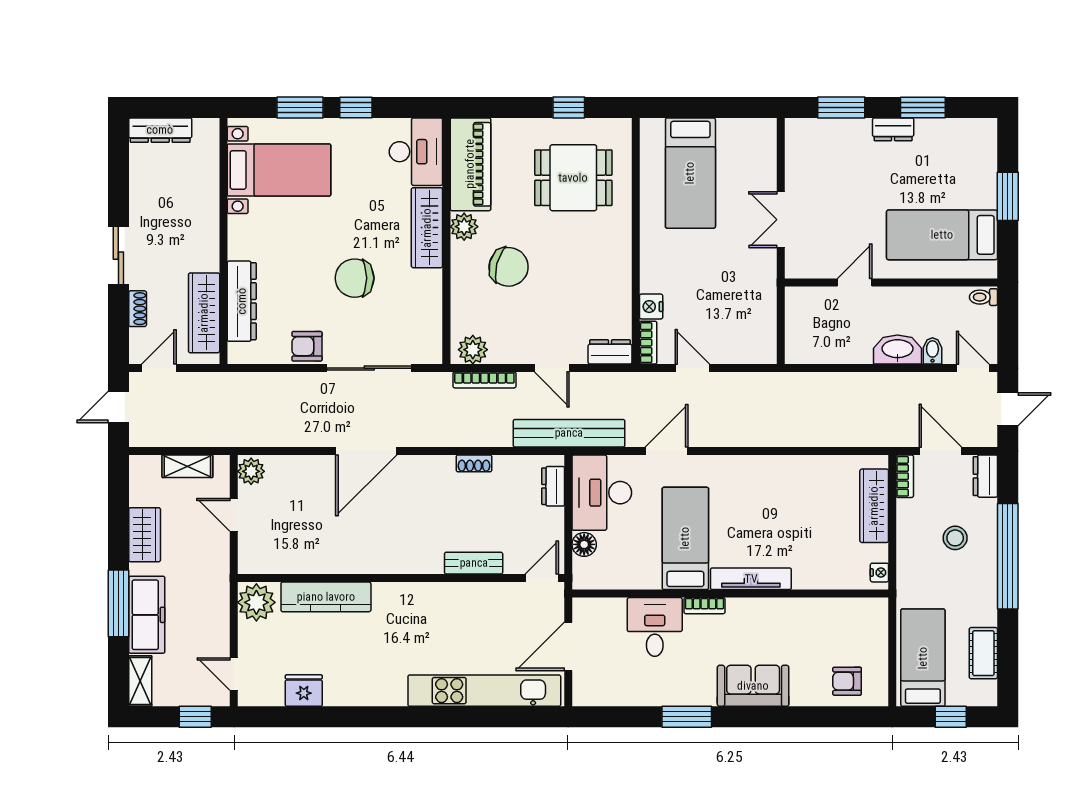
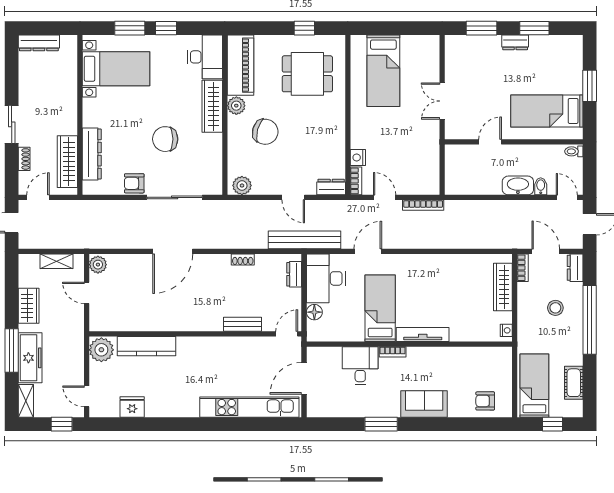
bookcase: (484, 380) -> (423, 205), moved

